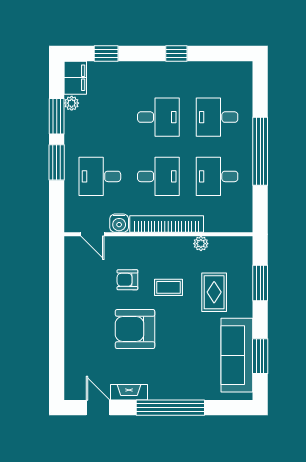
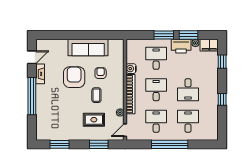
printer: (77, 130) -> (181, 46), added
desk: (158, 176) -> (156, 90), turned 180
door: (92, 234) -> (125, 130), moved
sofa: (237, 355) -> (88, 48), moved, turned 180

